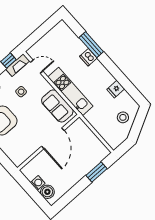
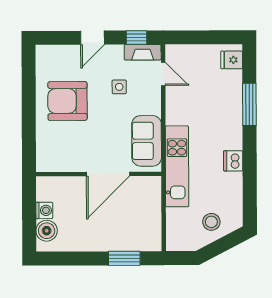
dishwasher: (88, 57) -> (233, 161), moved
fridge: (116, 89) -> (232, 60), moved
kitchen unit: (70, 91) -> (177, 166), moved

